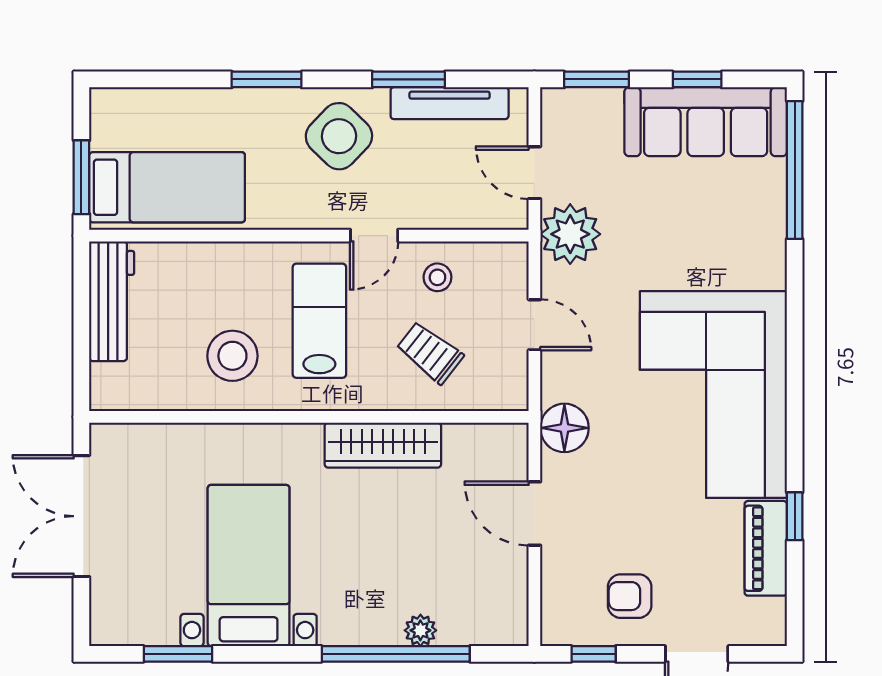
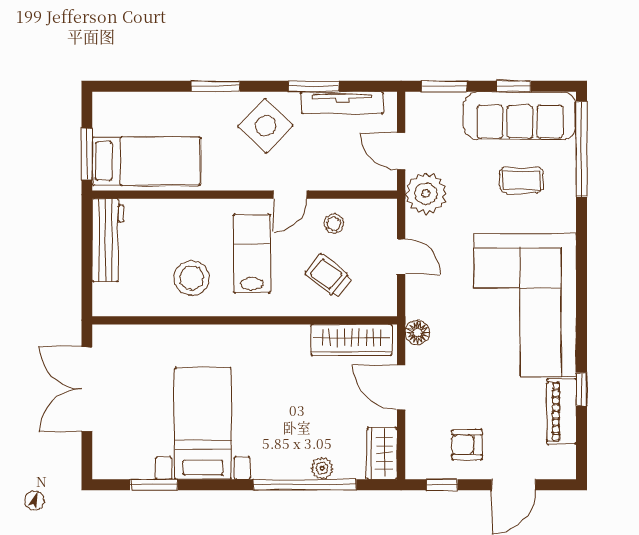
coffee table: (708, 215) -> (521, 180), added
floor lamp: (564, 428) -> (417, 333), width x0.73, depth x0.73
wardrobe: (383, 445) -> (352, 340), moved
wardrobe: (507, 609) -> (382, 453), added

